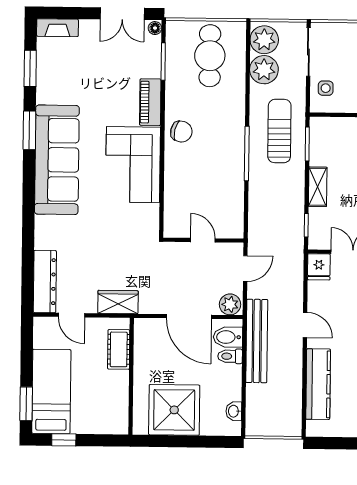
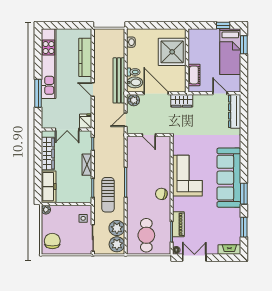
piano: (150, 102) -> (178, 224), moved
wardrobe: (118, 302) -> (182, 101), moved
shower: (174, 410) -> (172, 52), moved

